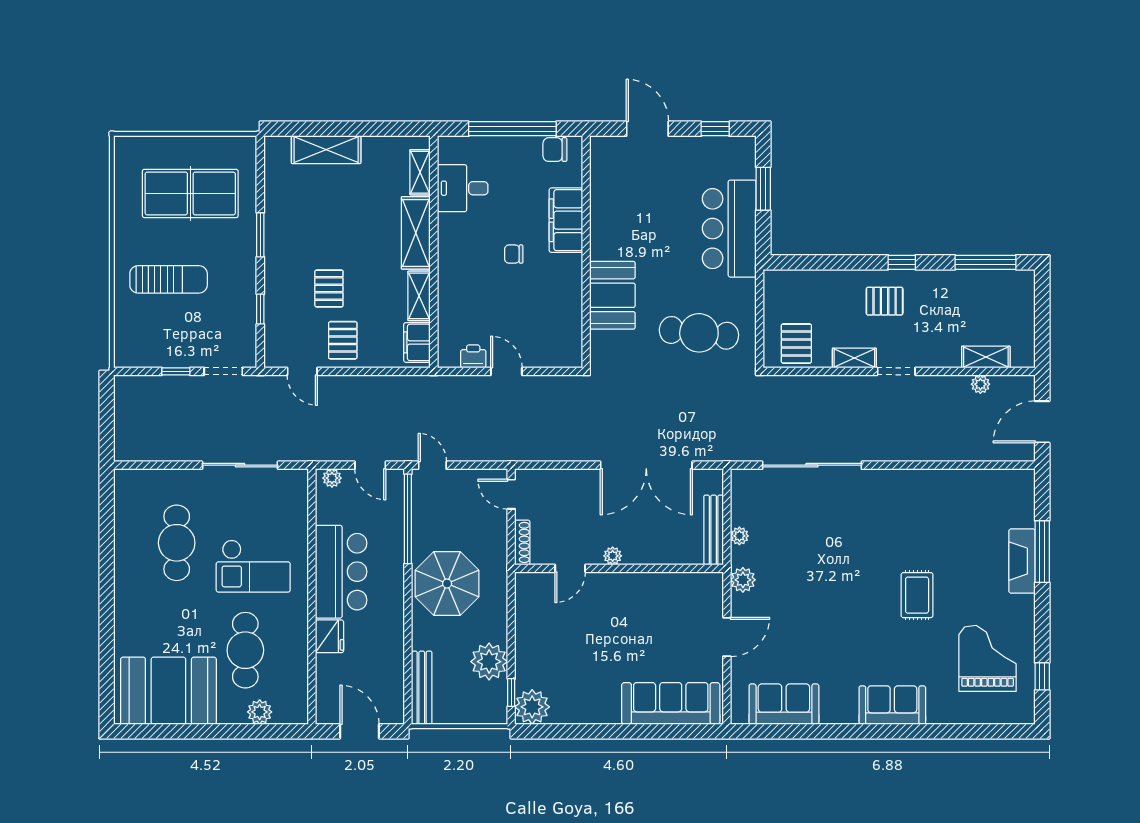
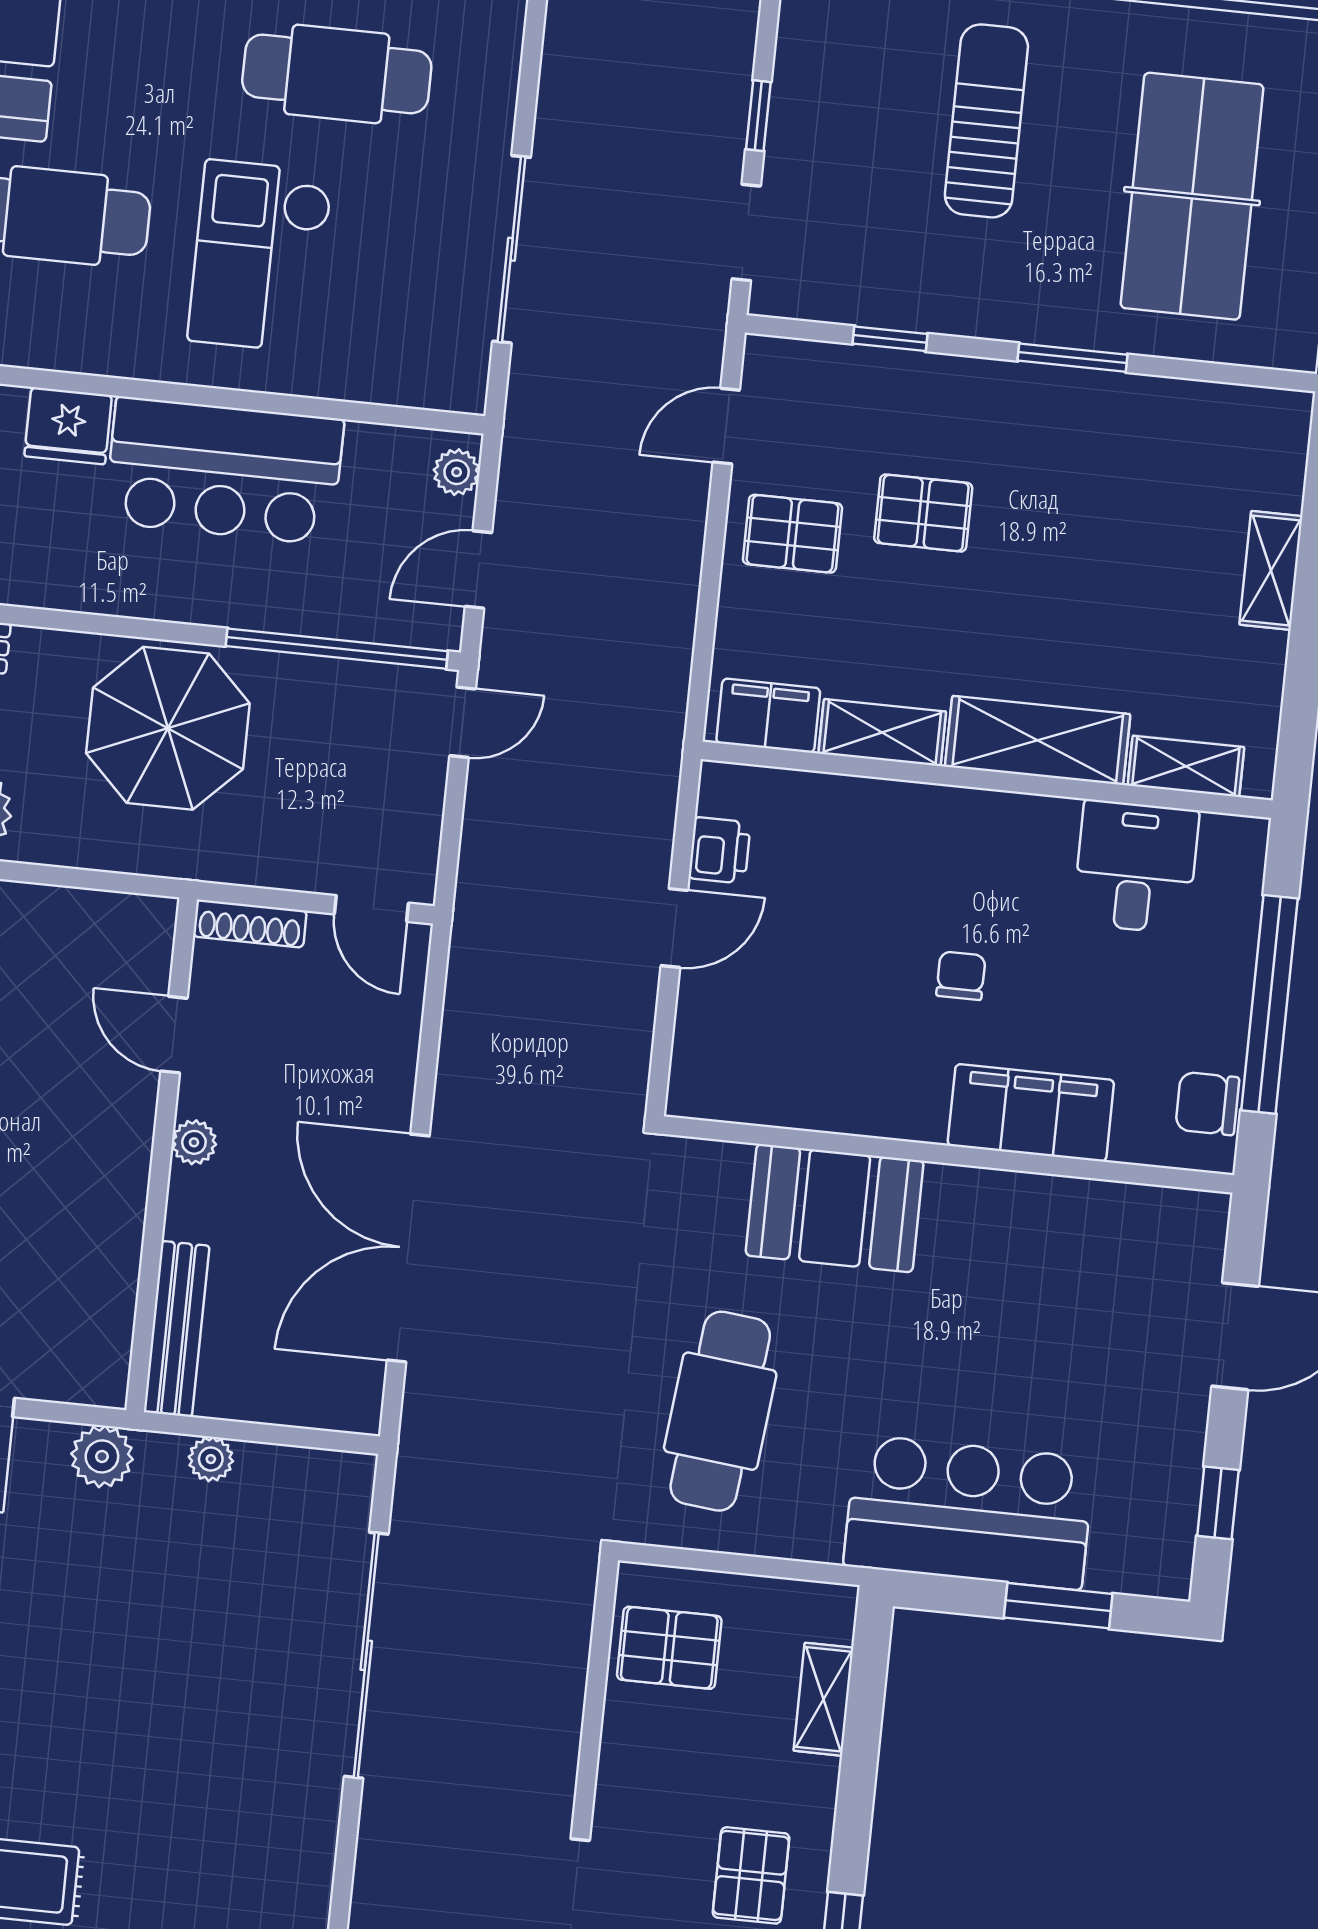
shelving: (326, 150) -> (1271, 570), width x0.67, depth x0.75
chair: (555, 150) -> (1207, 1104), turned -90
sun lounger: (169, 279) -> (986, 121), turned 180
shelving: (854, 358) -> (823, 1699), moved
door: (511, 494) -> (371, 908), swing flipped
bench: (714, 530) -> (177, 1329), moved, turned 90

